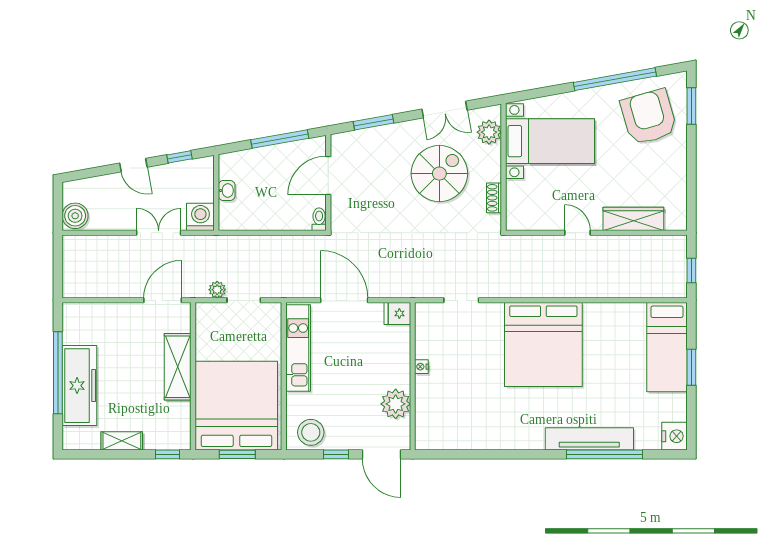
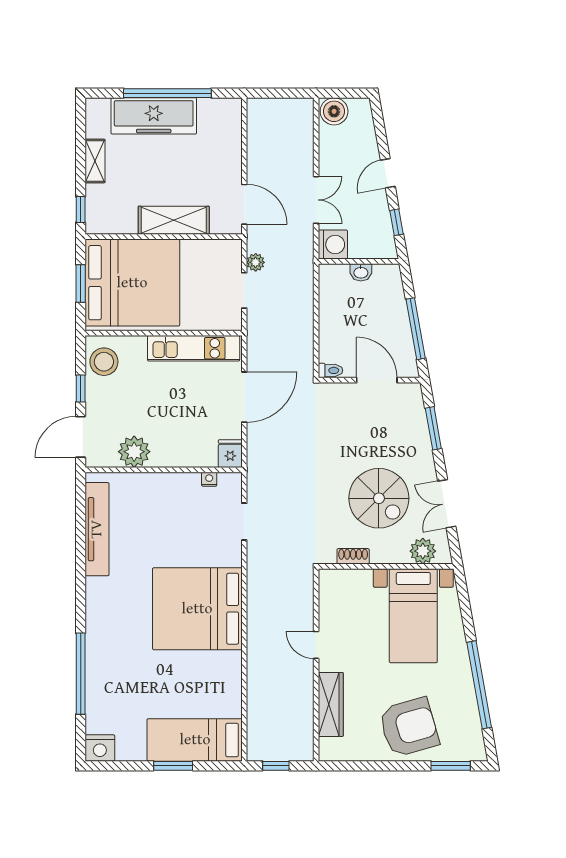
armchair: (649, 117) -> (409, 727), moved
door: (577, 233) -> (316, 645), swing flipped
nightstand: (421, 367) -> (209, 479), moved
tv unit: (589, 439) -> (97, 529), moved

